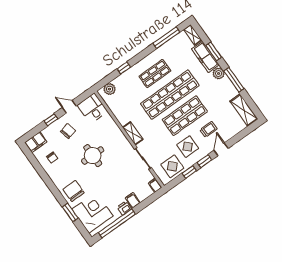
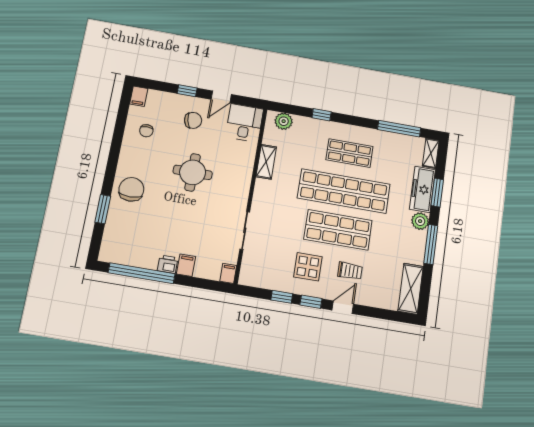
door: (69, 107) -> (221, 97), swing flipped
shelving: (133, 133) -> (266, 162), moved
filing cabinet: (36, 142) -> (139, 96), width x0.50
display table: (172, 166) -> (269, 272), removed
corner desk: (92, 213) -> (127, 234), removed

